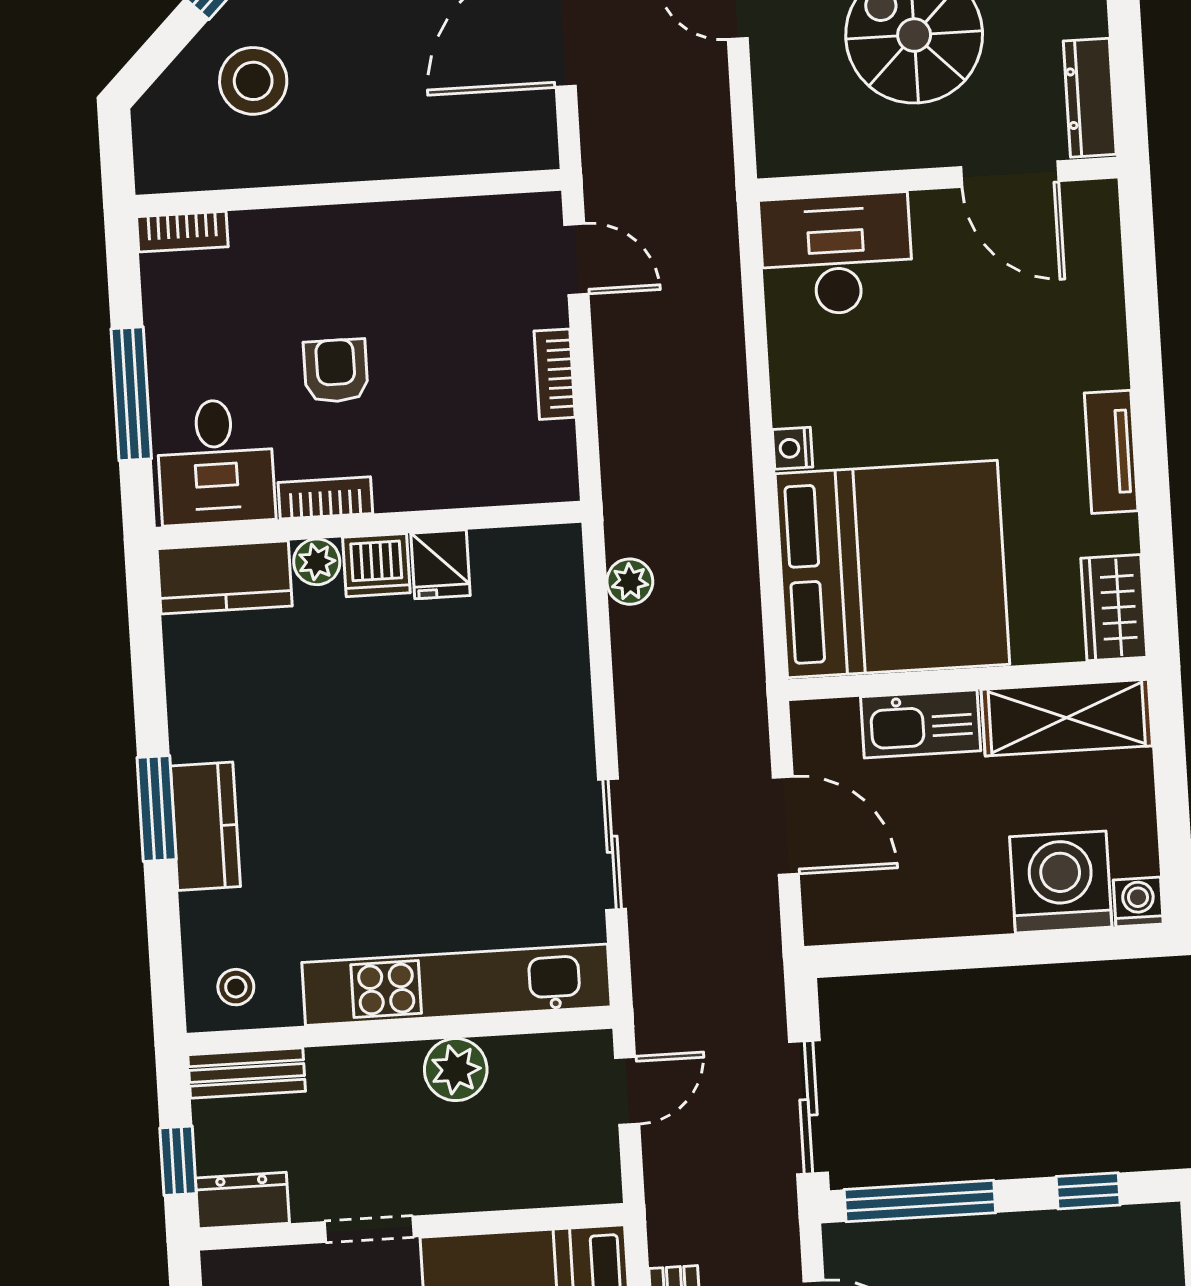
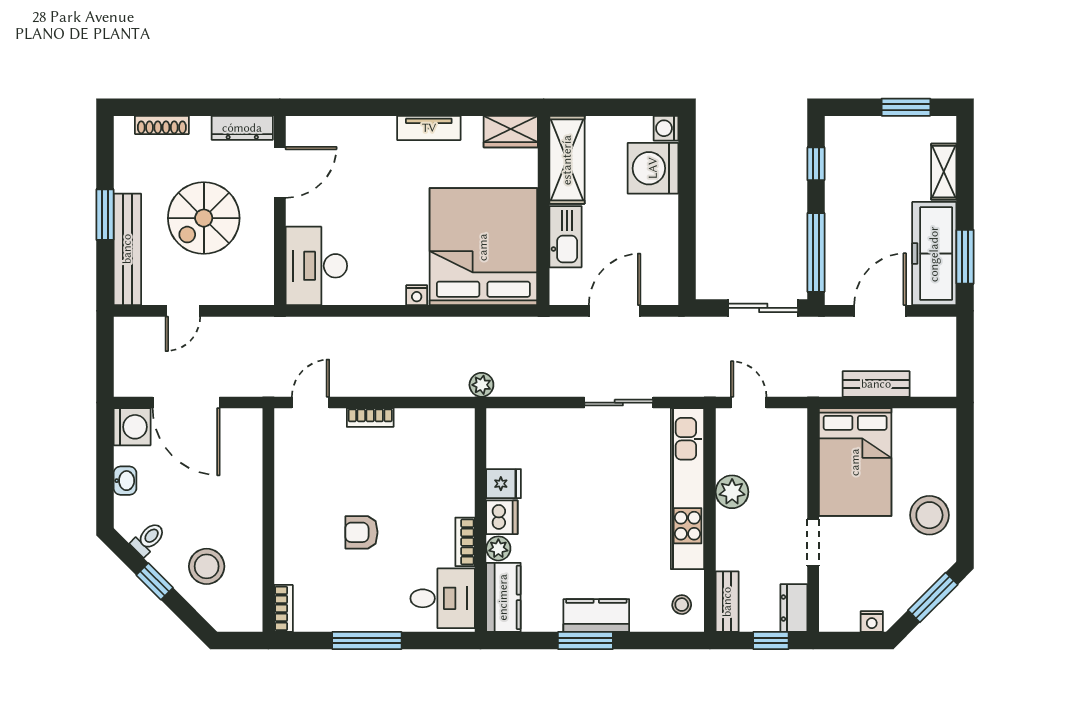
desk: (216, 462) -> (443, 598), moved
bookcase: (325, 498) -> (465, 542), moved
wall: (369, 525) -> (480, 520), moved
plant: (317, 562) -> (498, 548), moved
fridge: (440, 564) -> (504, 484), moved
dishwasher: (376, 565) -> (502, 517), moved
kitchen counter: (225, 577) -> (503, 597), moved

